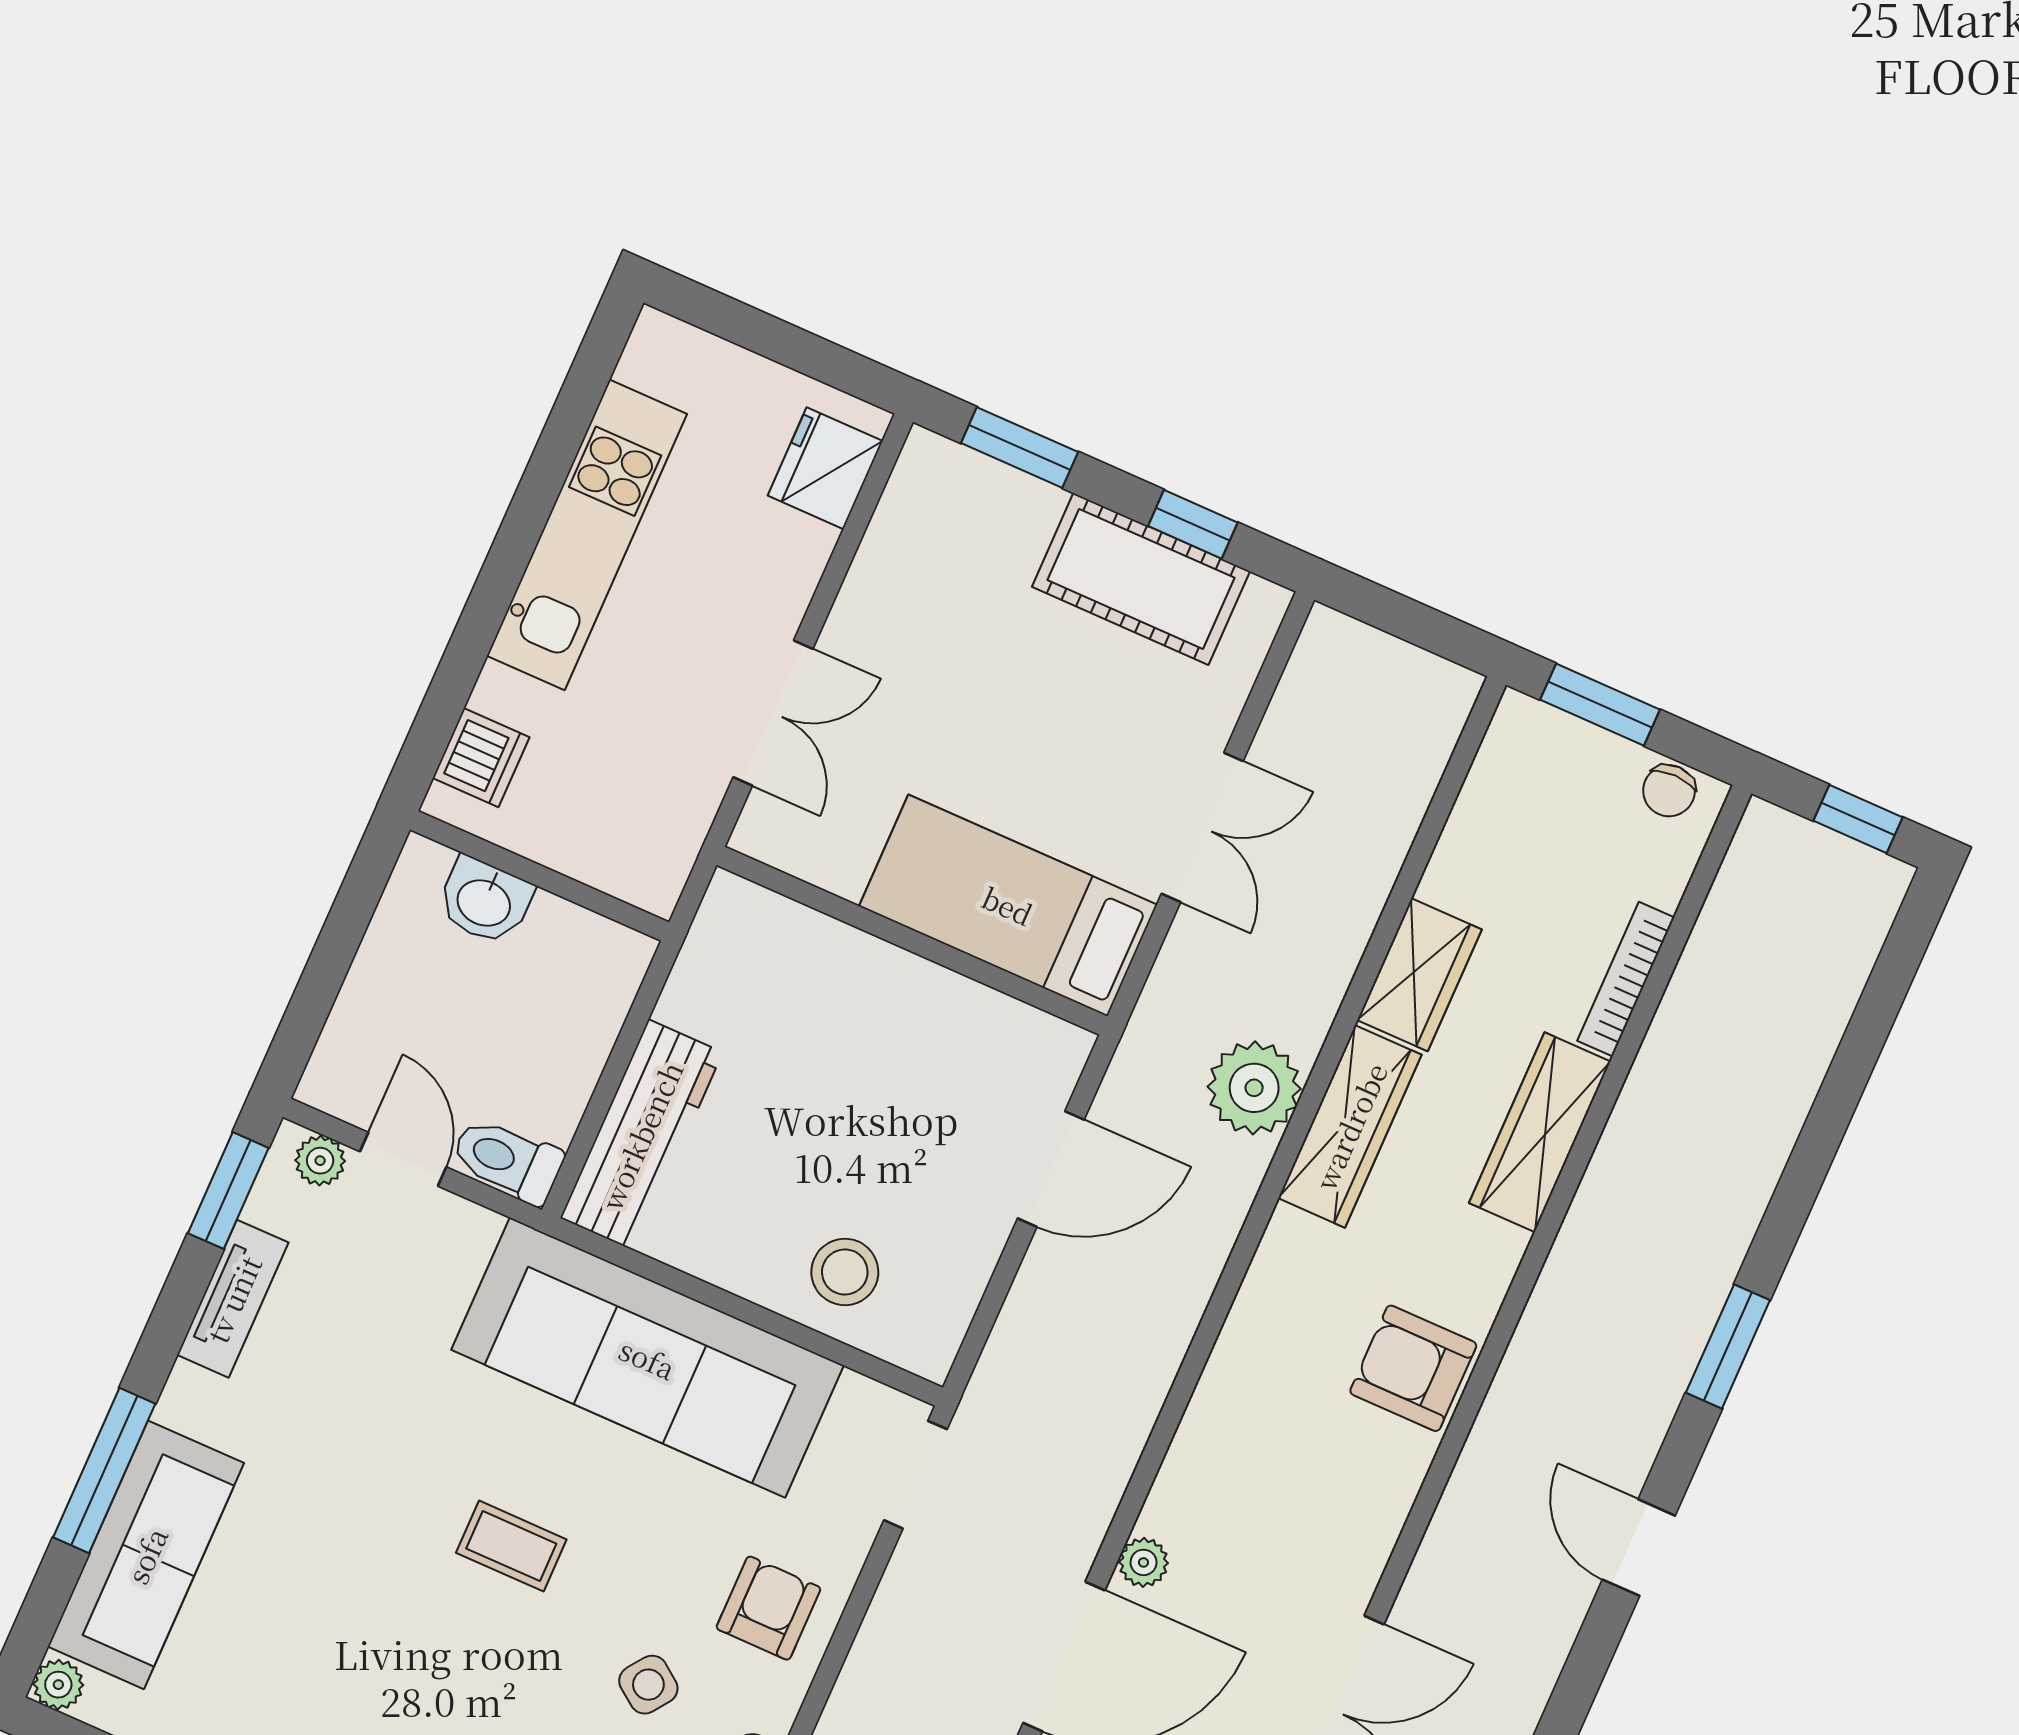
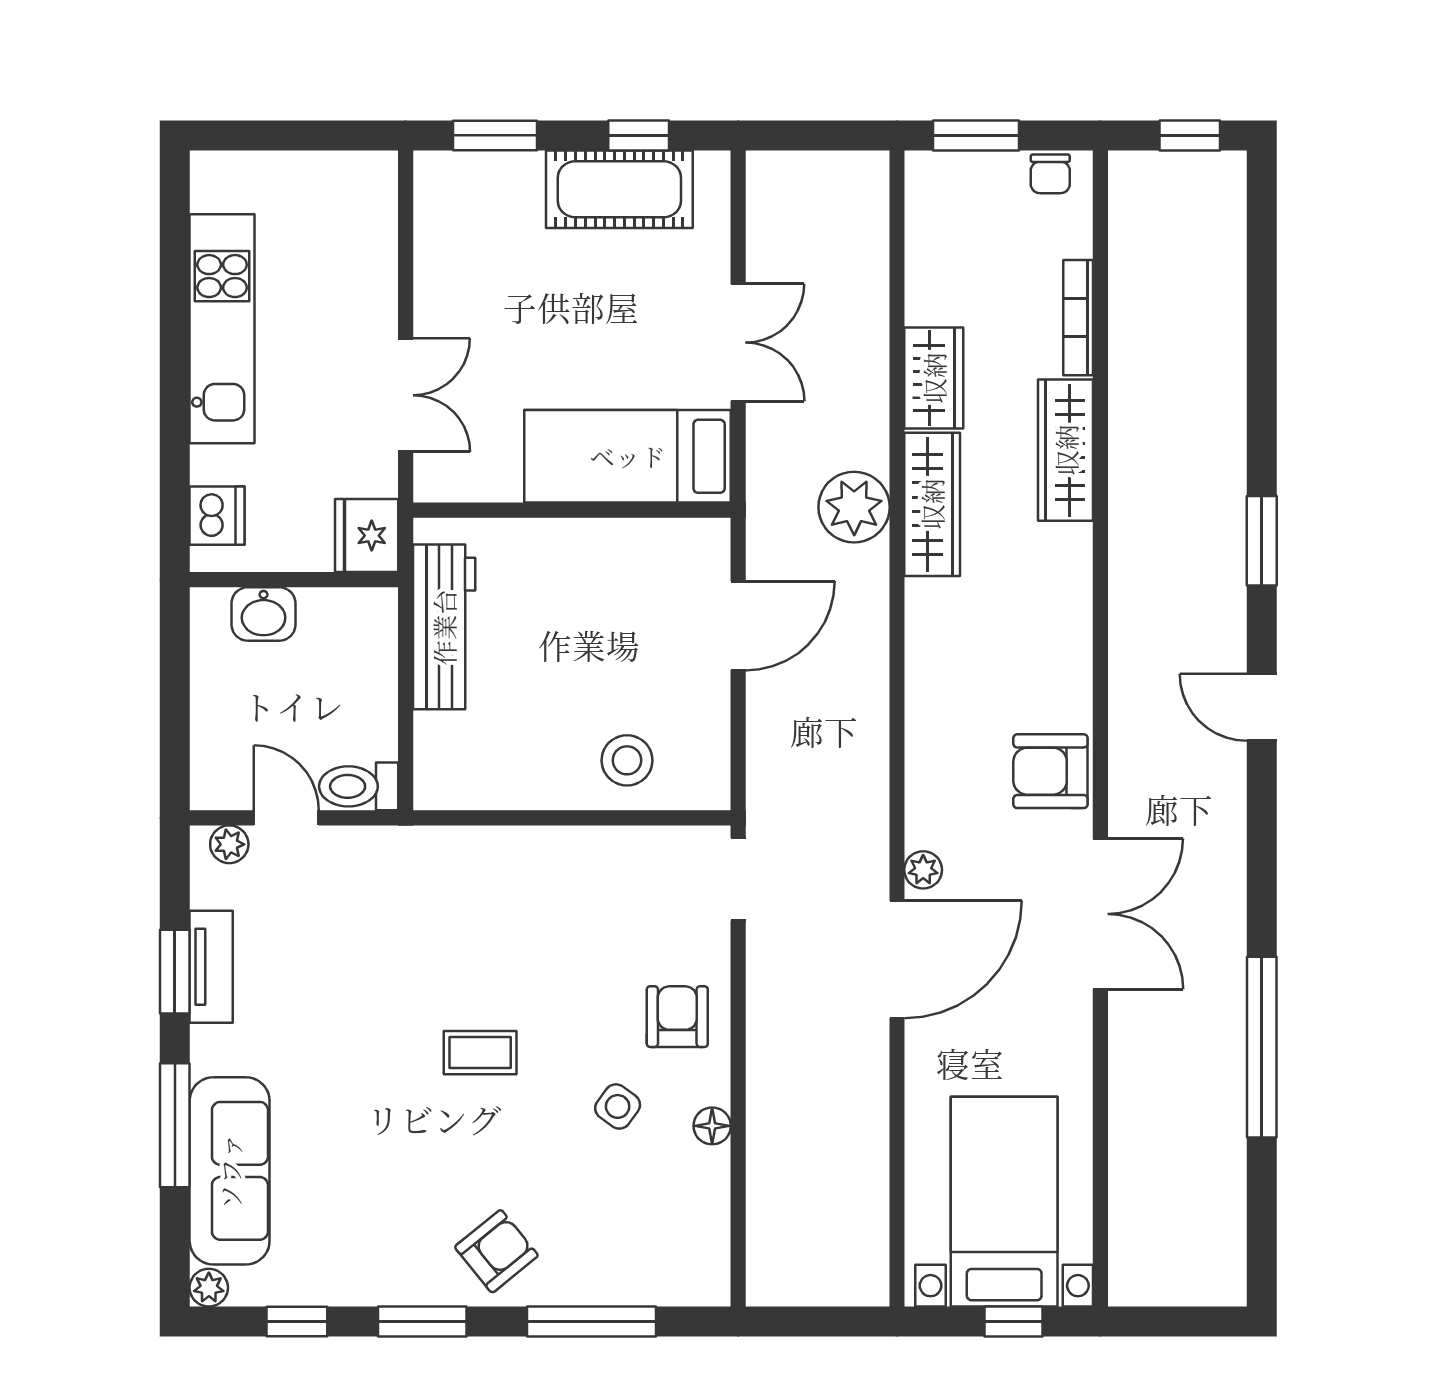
fridge: (825, 468) -> (367, 536), moved
workbench: (641, 1135) -> (444, 627), moved
window: (228, 1191) -> (175, 972), moved
sofa: (648, 1358) -> (517, 880), removed
armchair: (1413, 1368) -> (1050, 771), moved

